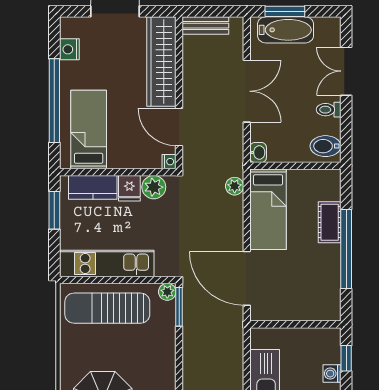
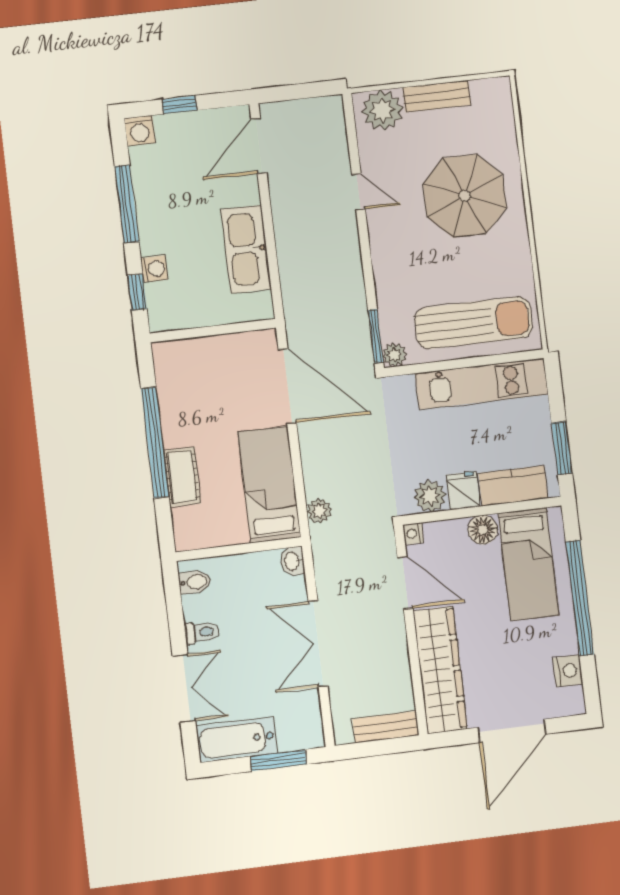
bathtub: (286, 30) -> (237, 740), moved
bidet: (326, 146) -> (195, 582), width x0.72, depth x0.74
floor lamp: (119, 158) -> (483, 530), added

